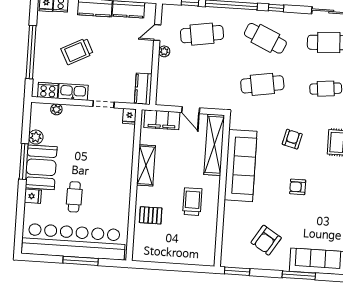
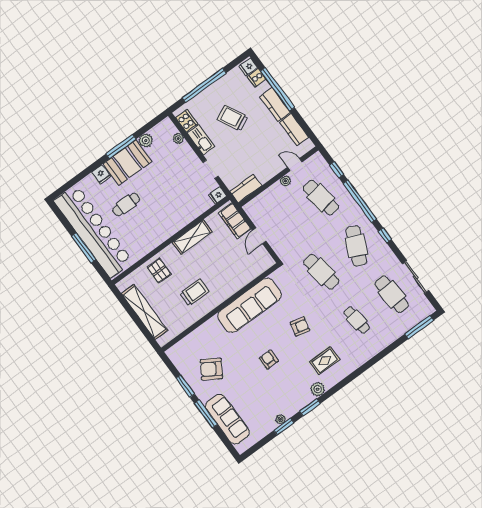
shelving: (214, 145) -> (144, 312), moved, turned 90
window: (237, 271) -> (185, 386), moved

